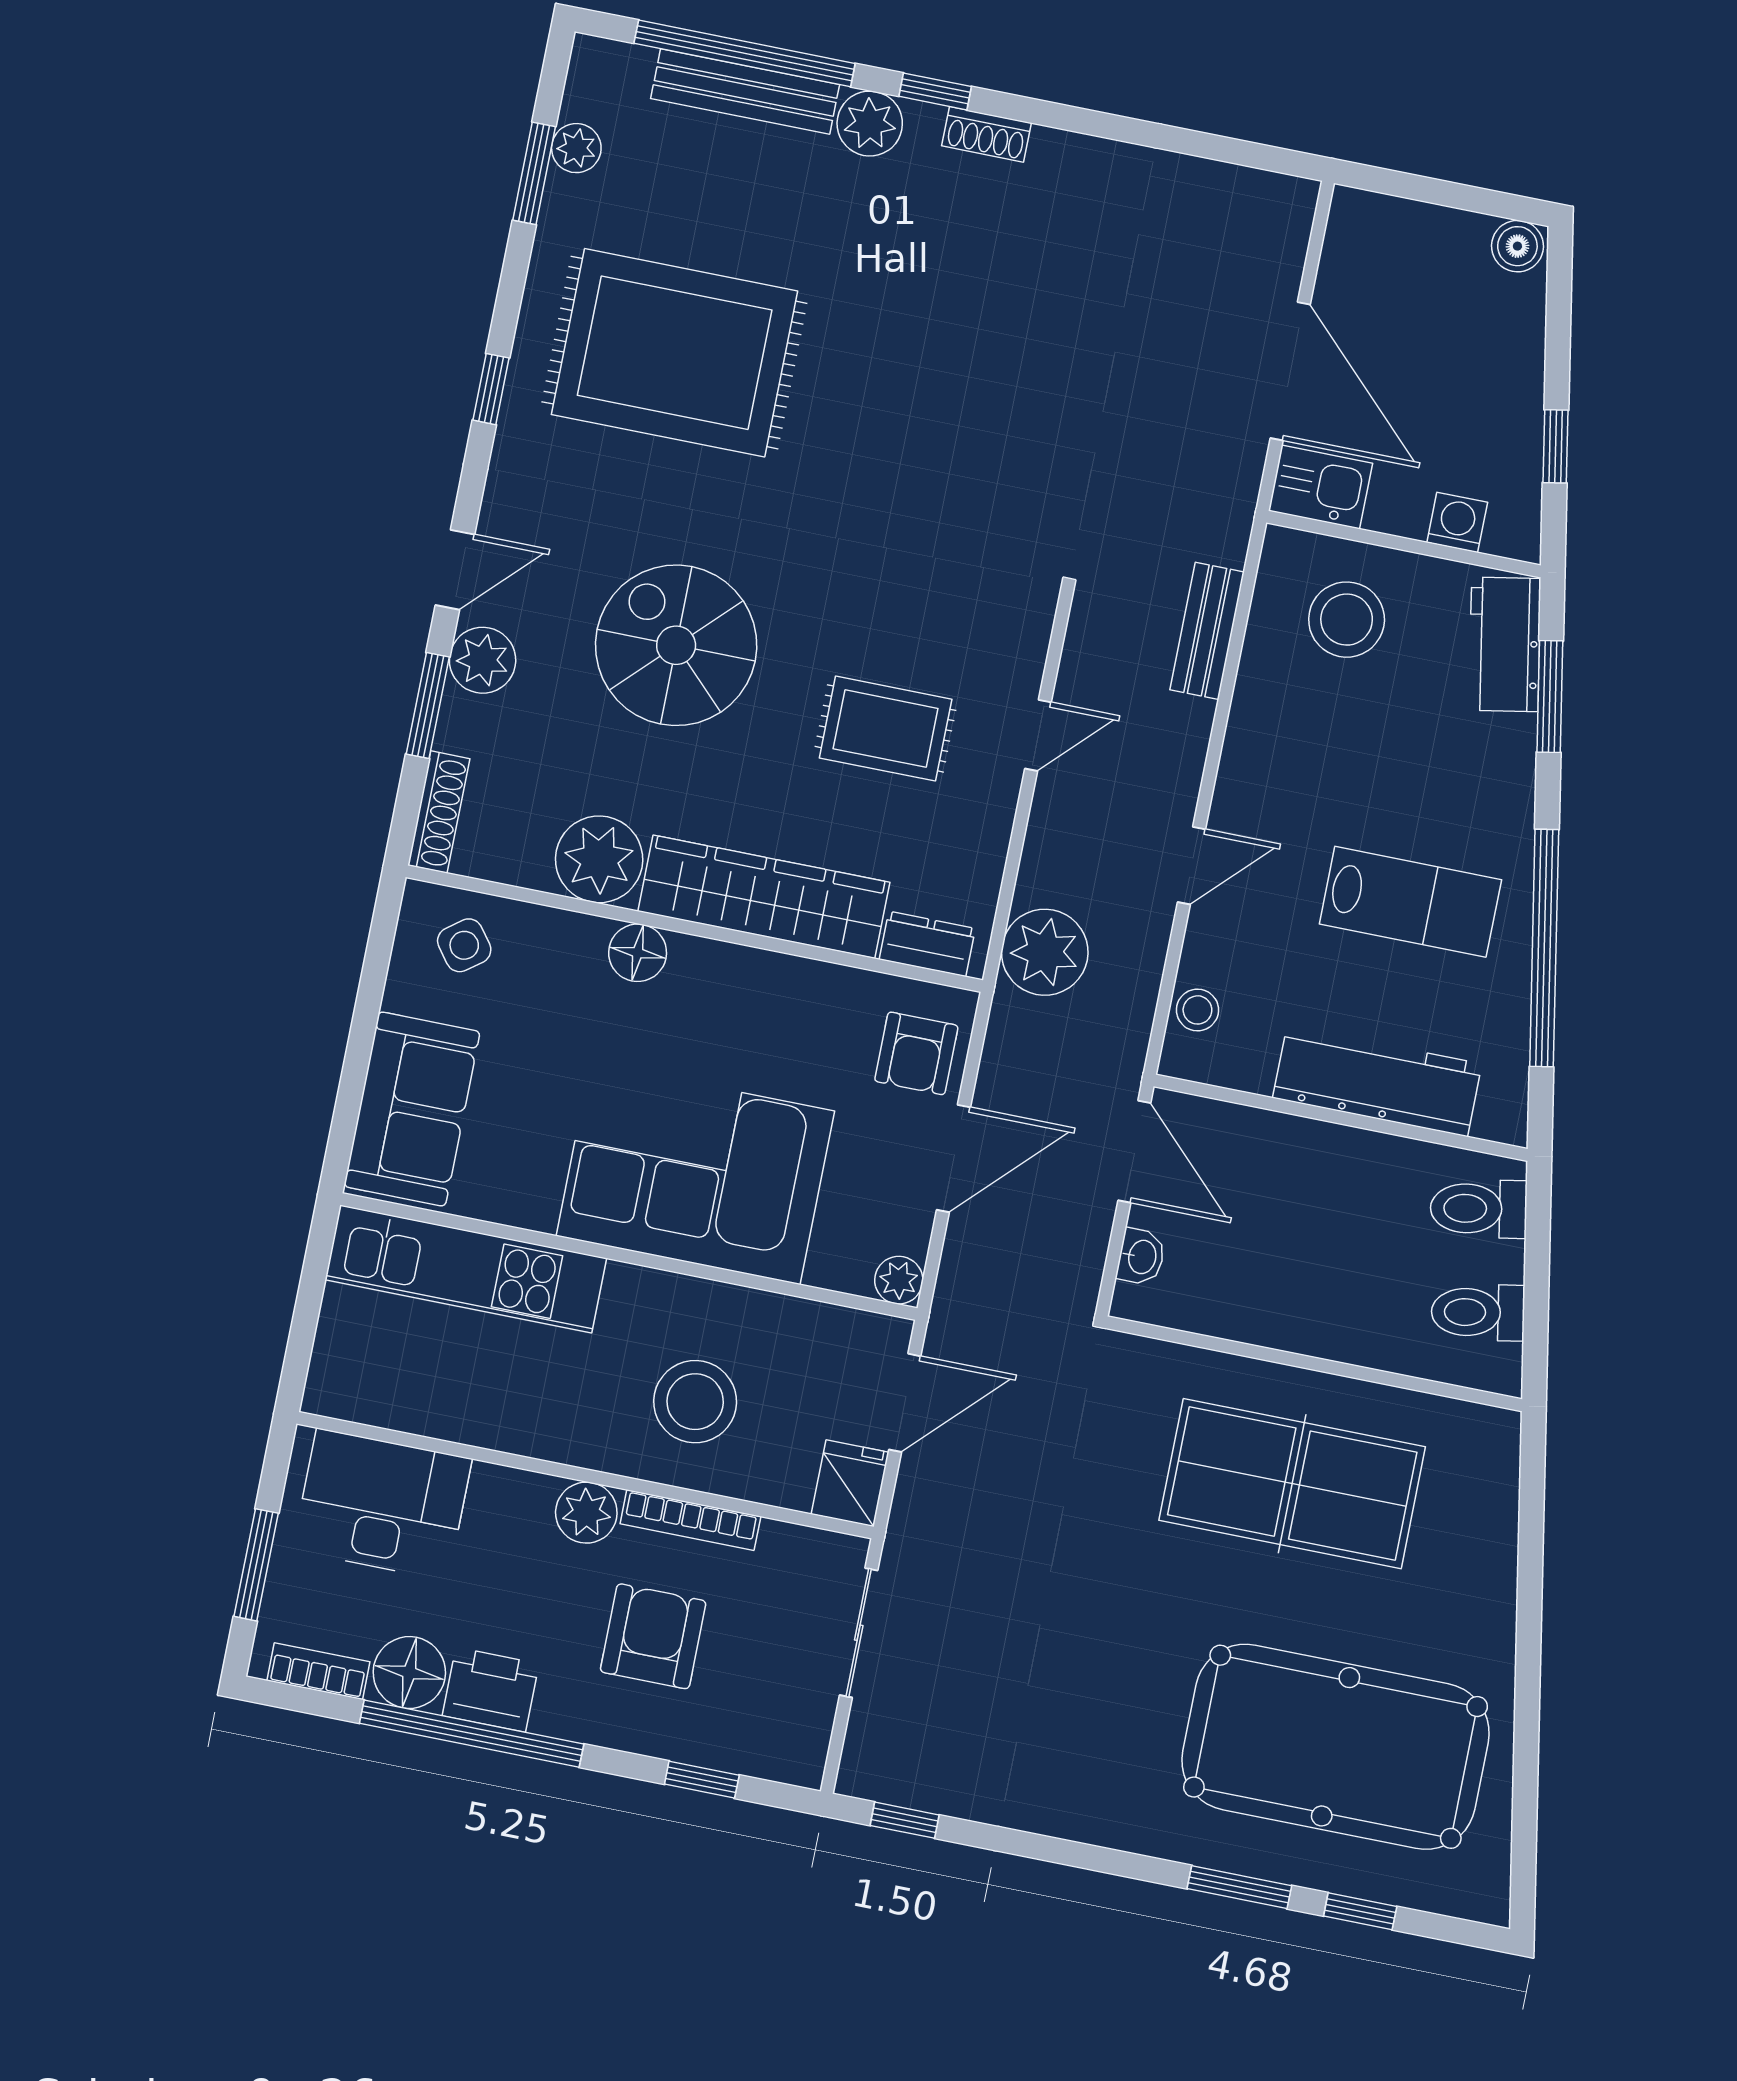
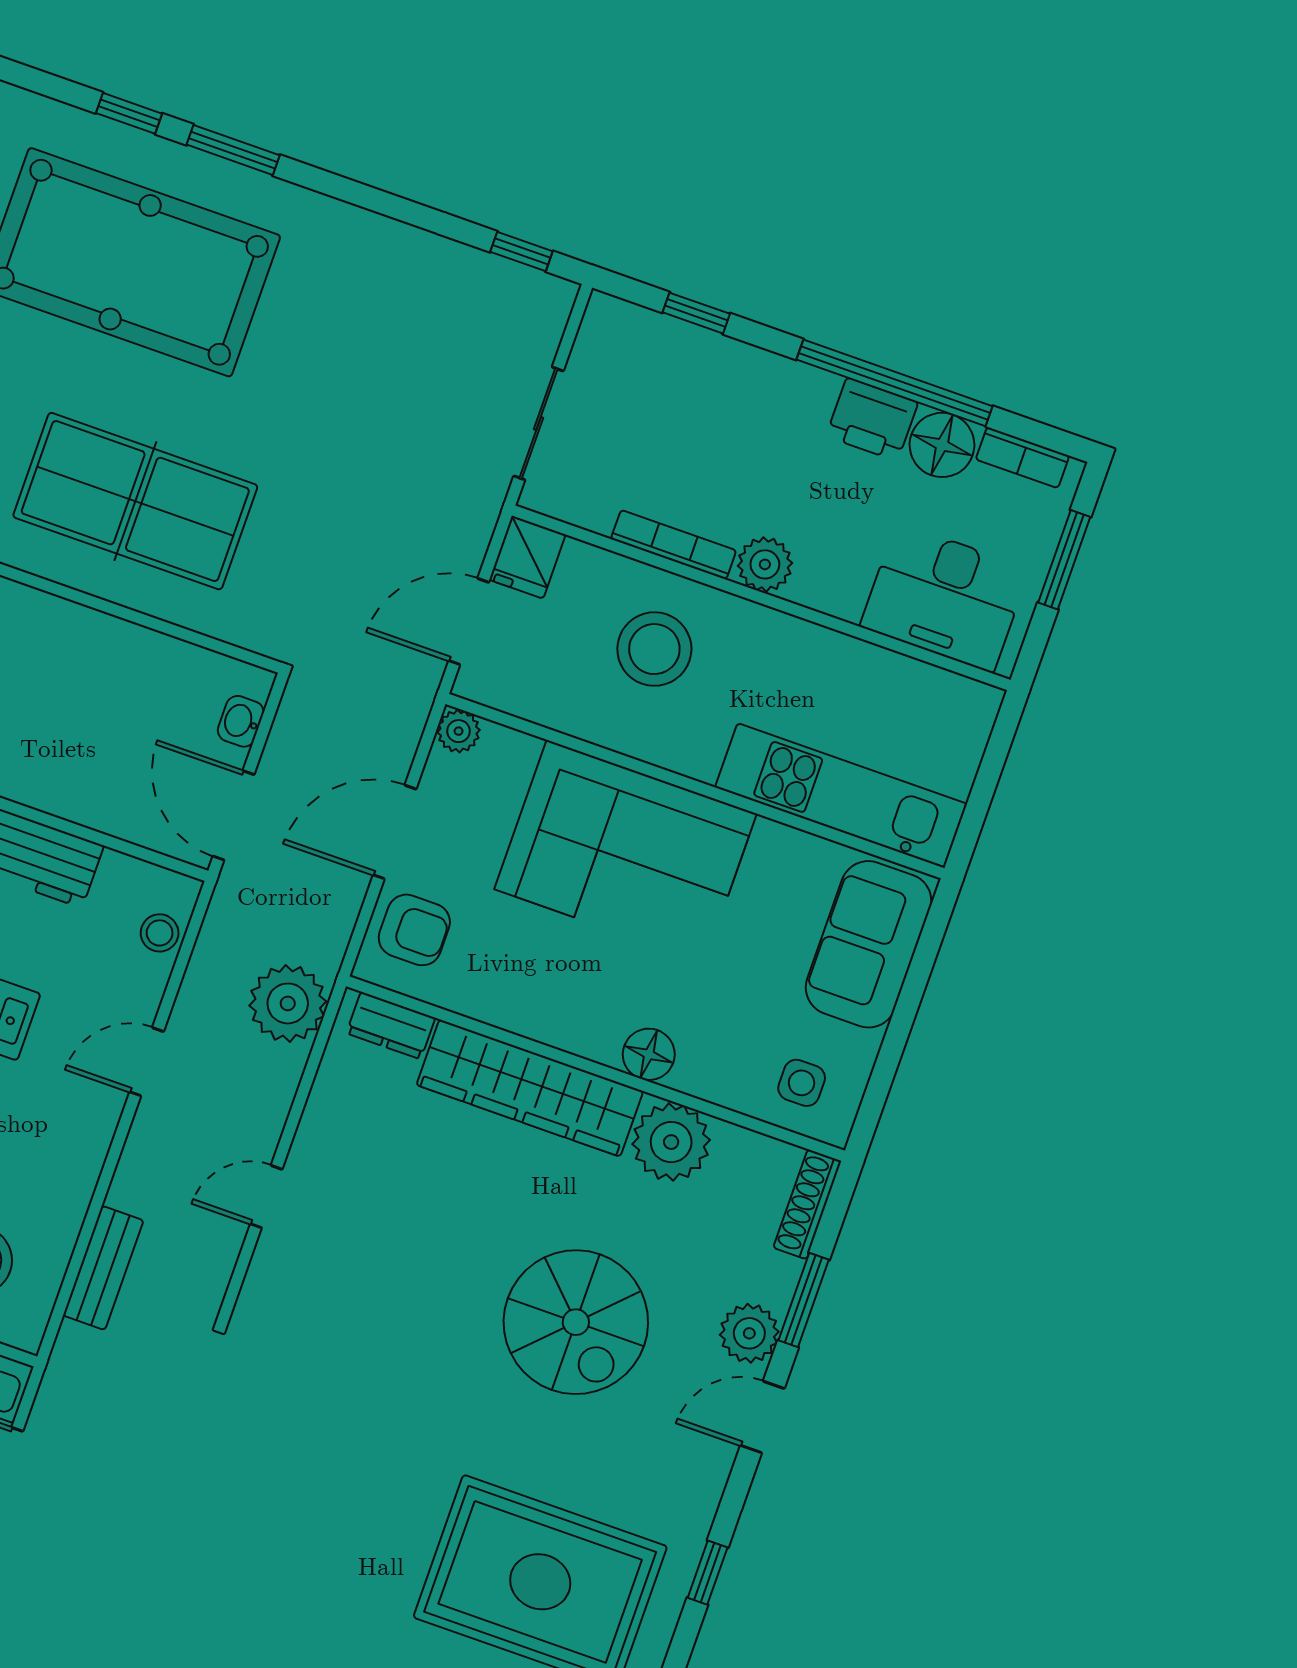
rug: (886, 729) -> (401, 1222), removed
side table: (464, 945) -> (802, 1083), turned 37
armchair: (916, 1053) -> (414, 930), turned 90
armchair: (653, 1636) -> (721, 446), removed

